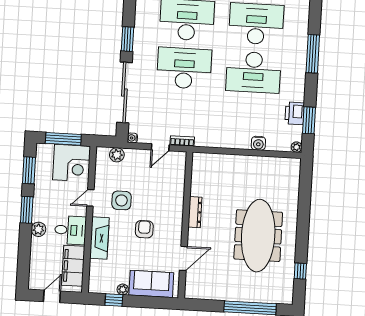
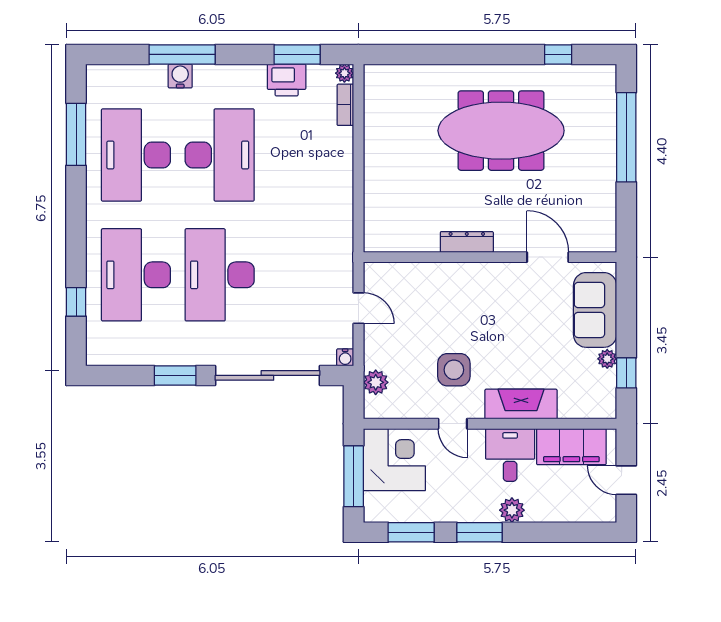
bookcase: (182, 141) -> (345, 105), moved
water cooler: (258, 143) -> (180, 76), moved, turned -90
armchair: (144, 229) -> (501, 328), removed

